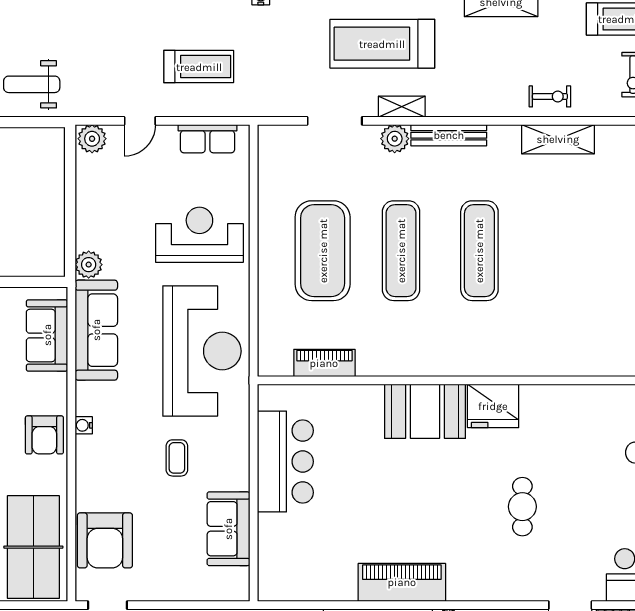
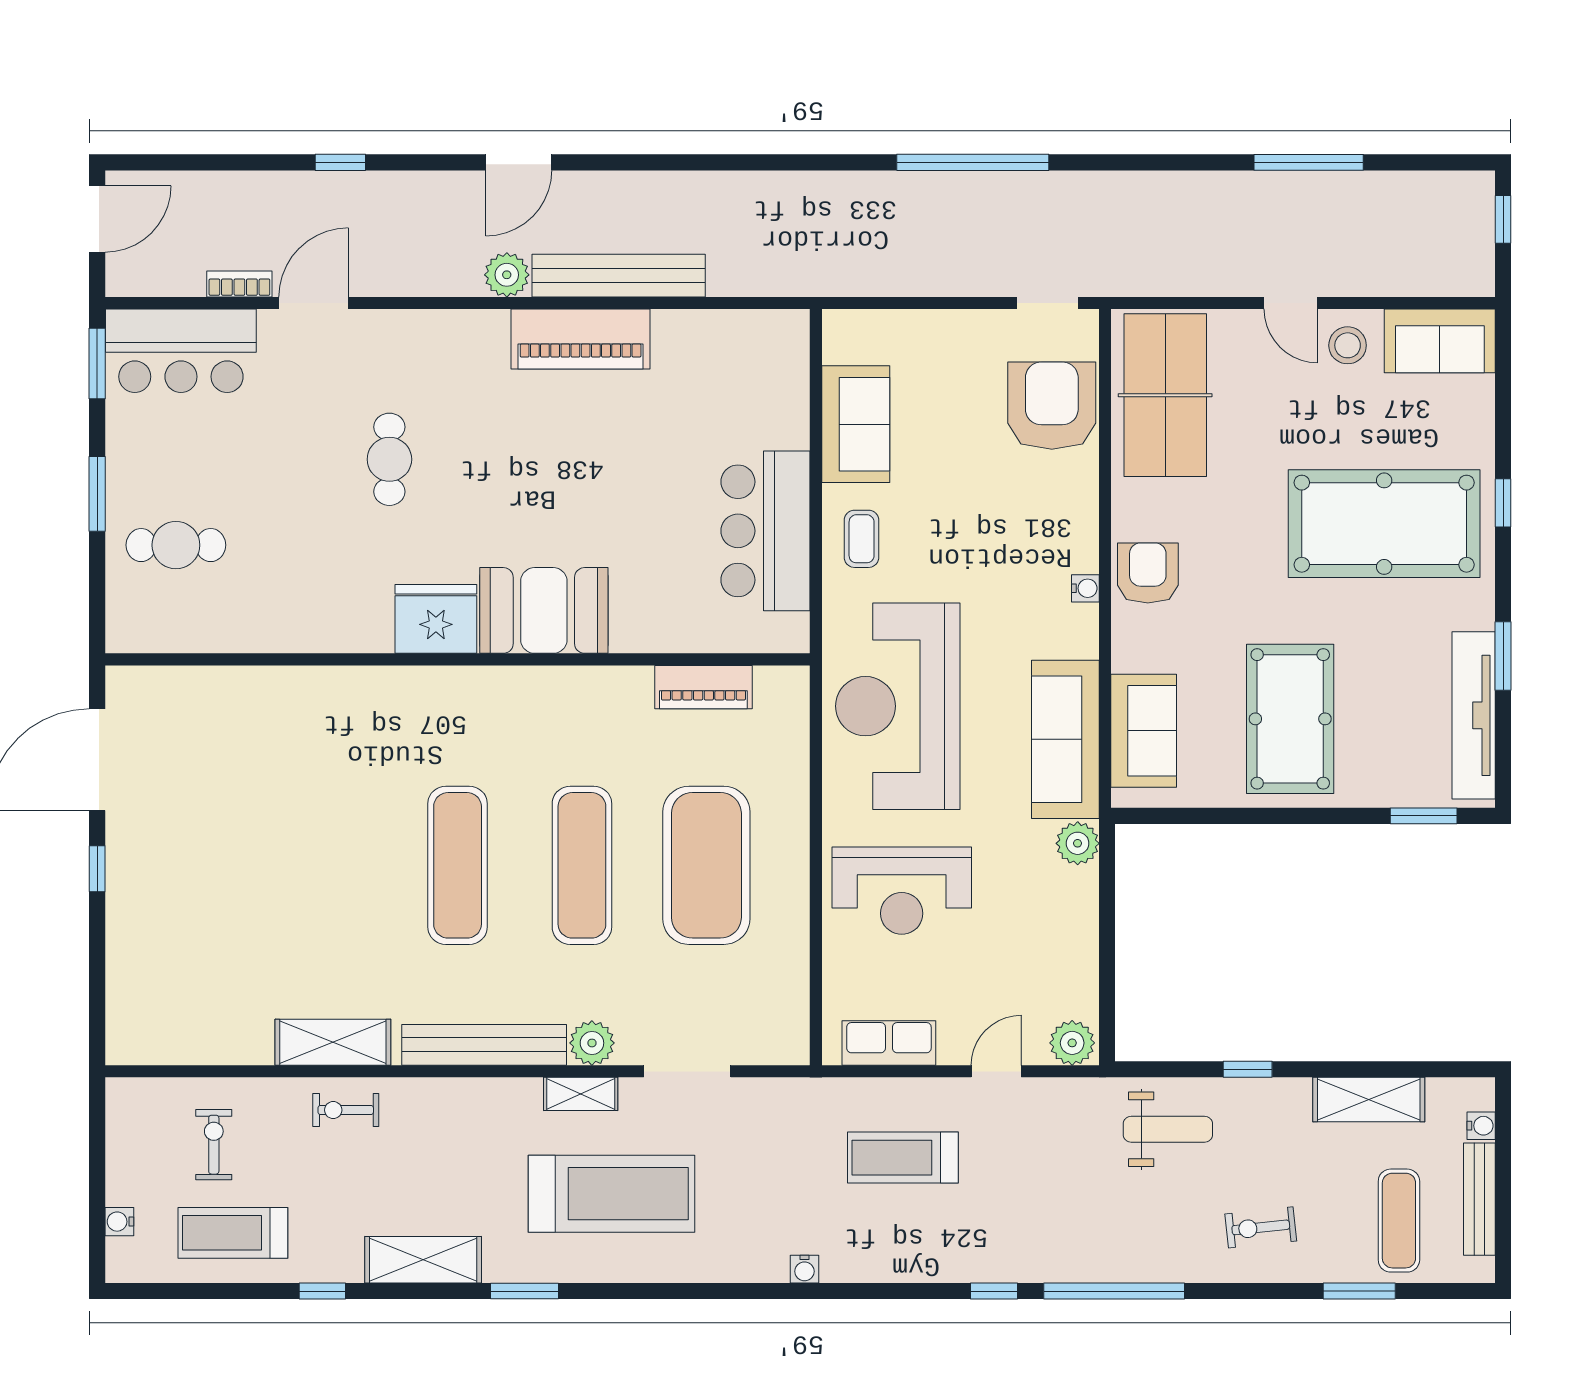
bench: (449, 135) -> (484, 1045), width x1.37, depth x1.21
coffee table: (177, 458) -> (862, 539), moved

